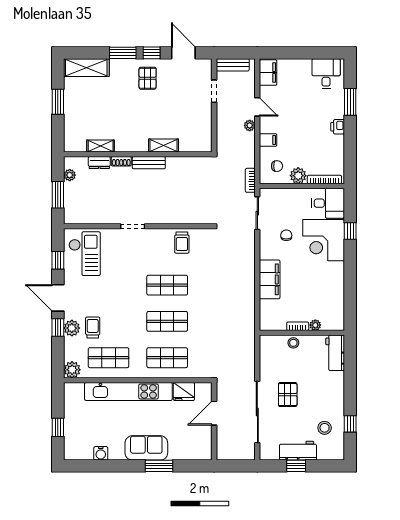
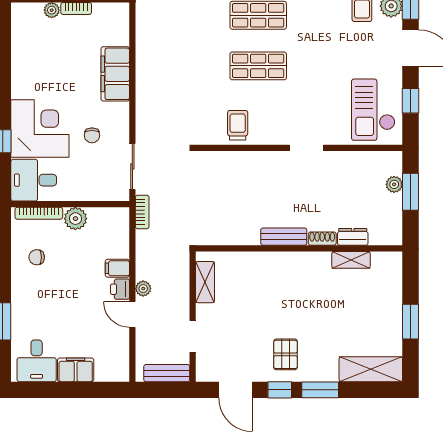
filing cabinet: (268, 73) -> (76, 370), moved, turned 90
printer: (338, 127) -> (120, 289), moved, turned 180
shelving: (164, 145) -> (205, 282), moved, turned 90
chair: (277, 166) -> (37, 257), moved
plant: (70, 175) -> (394, 184), moved

